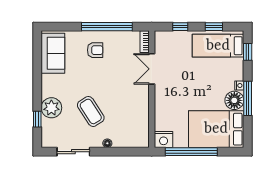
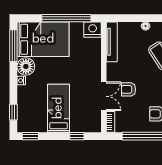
window: (214, 27) -> (30, 136), moved
bed: (218, 46) -> (58, 108), moved, turned -90
armchair: (125, 76) -> (129, 89), added
window: (248, 98) -> (13, 46), moved
tv unit: (143, 126) -> (112, 42), added

